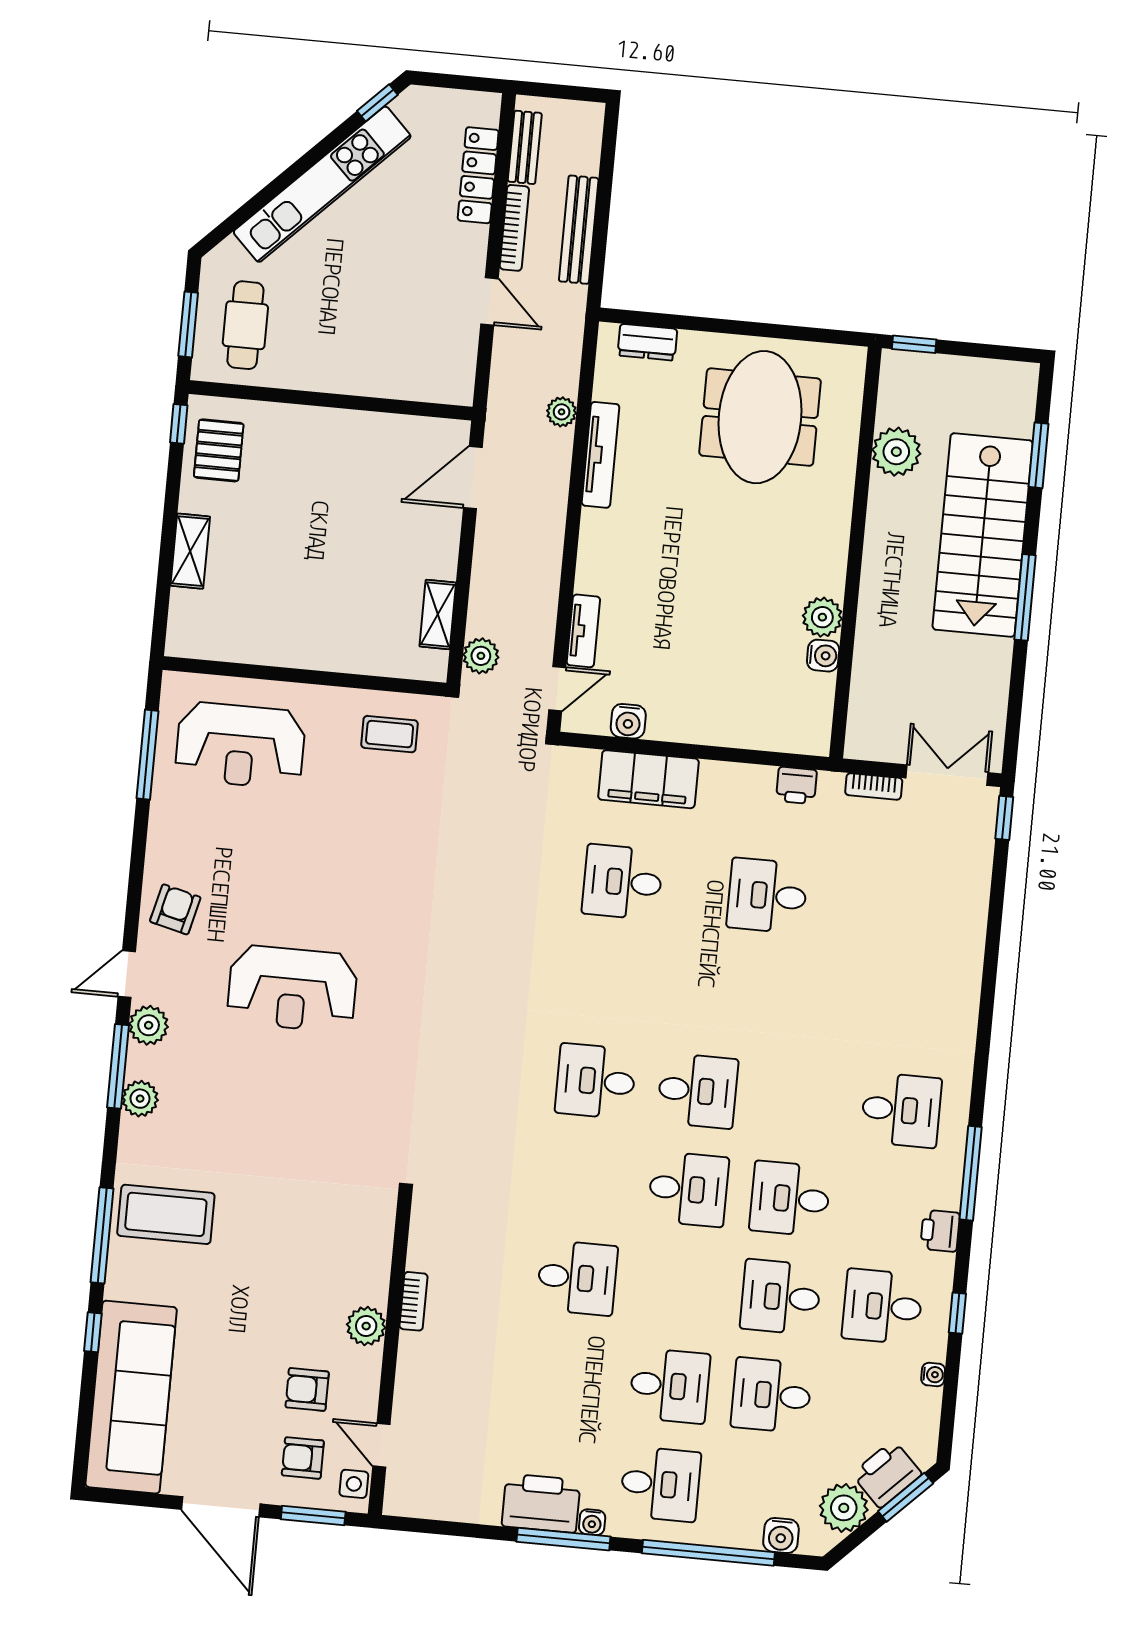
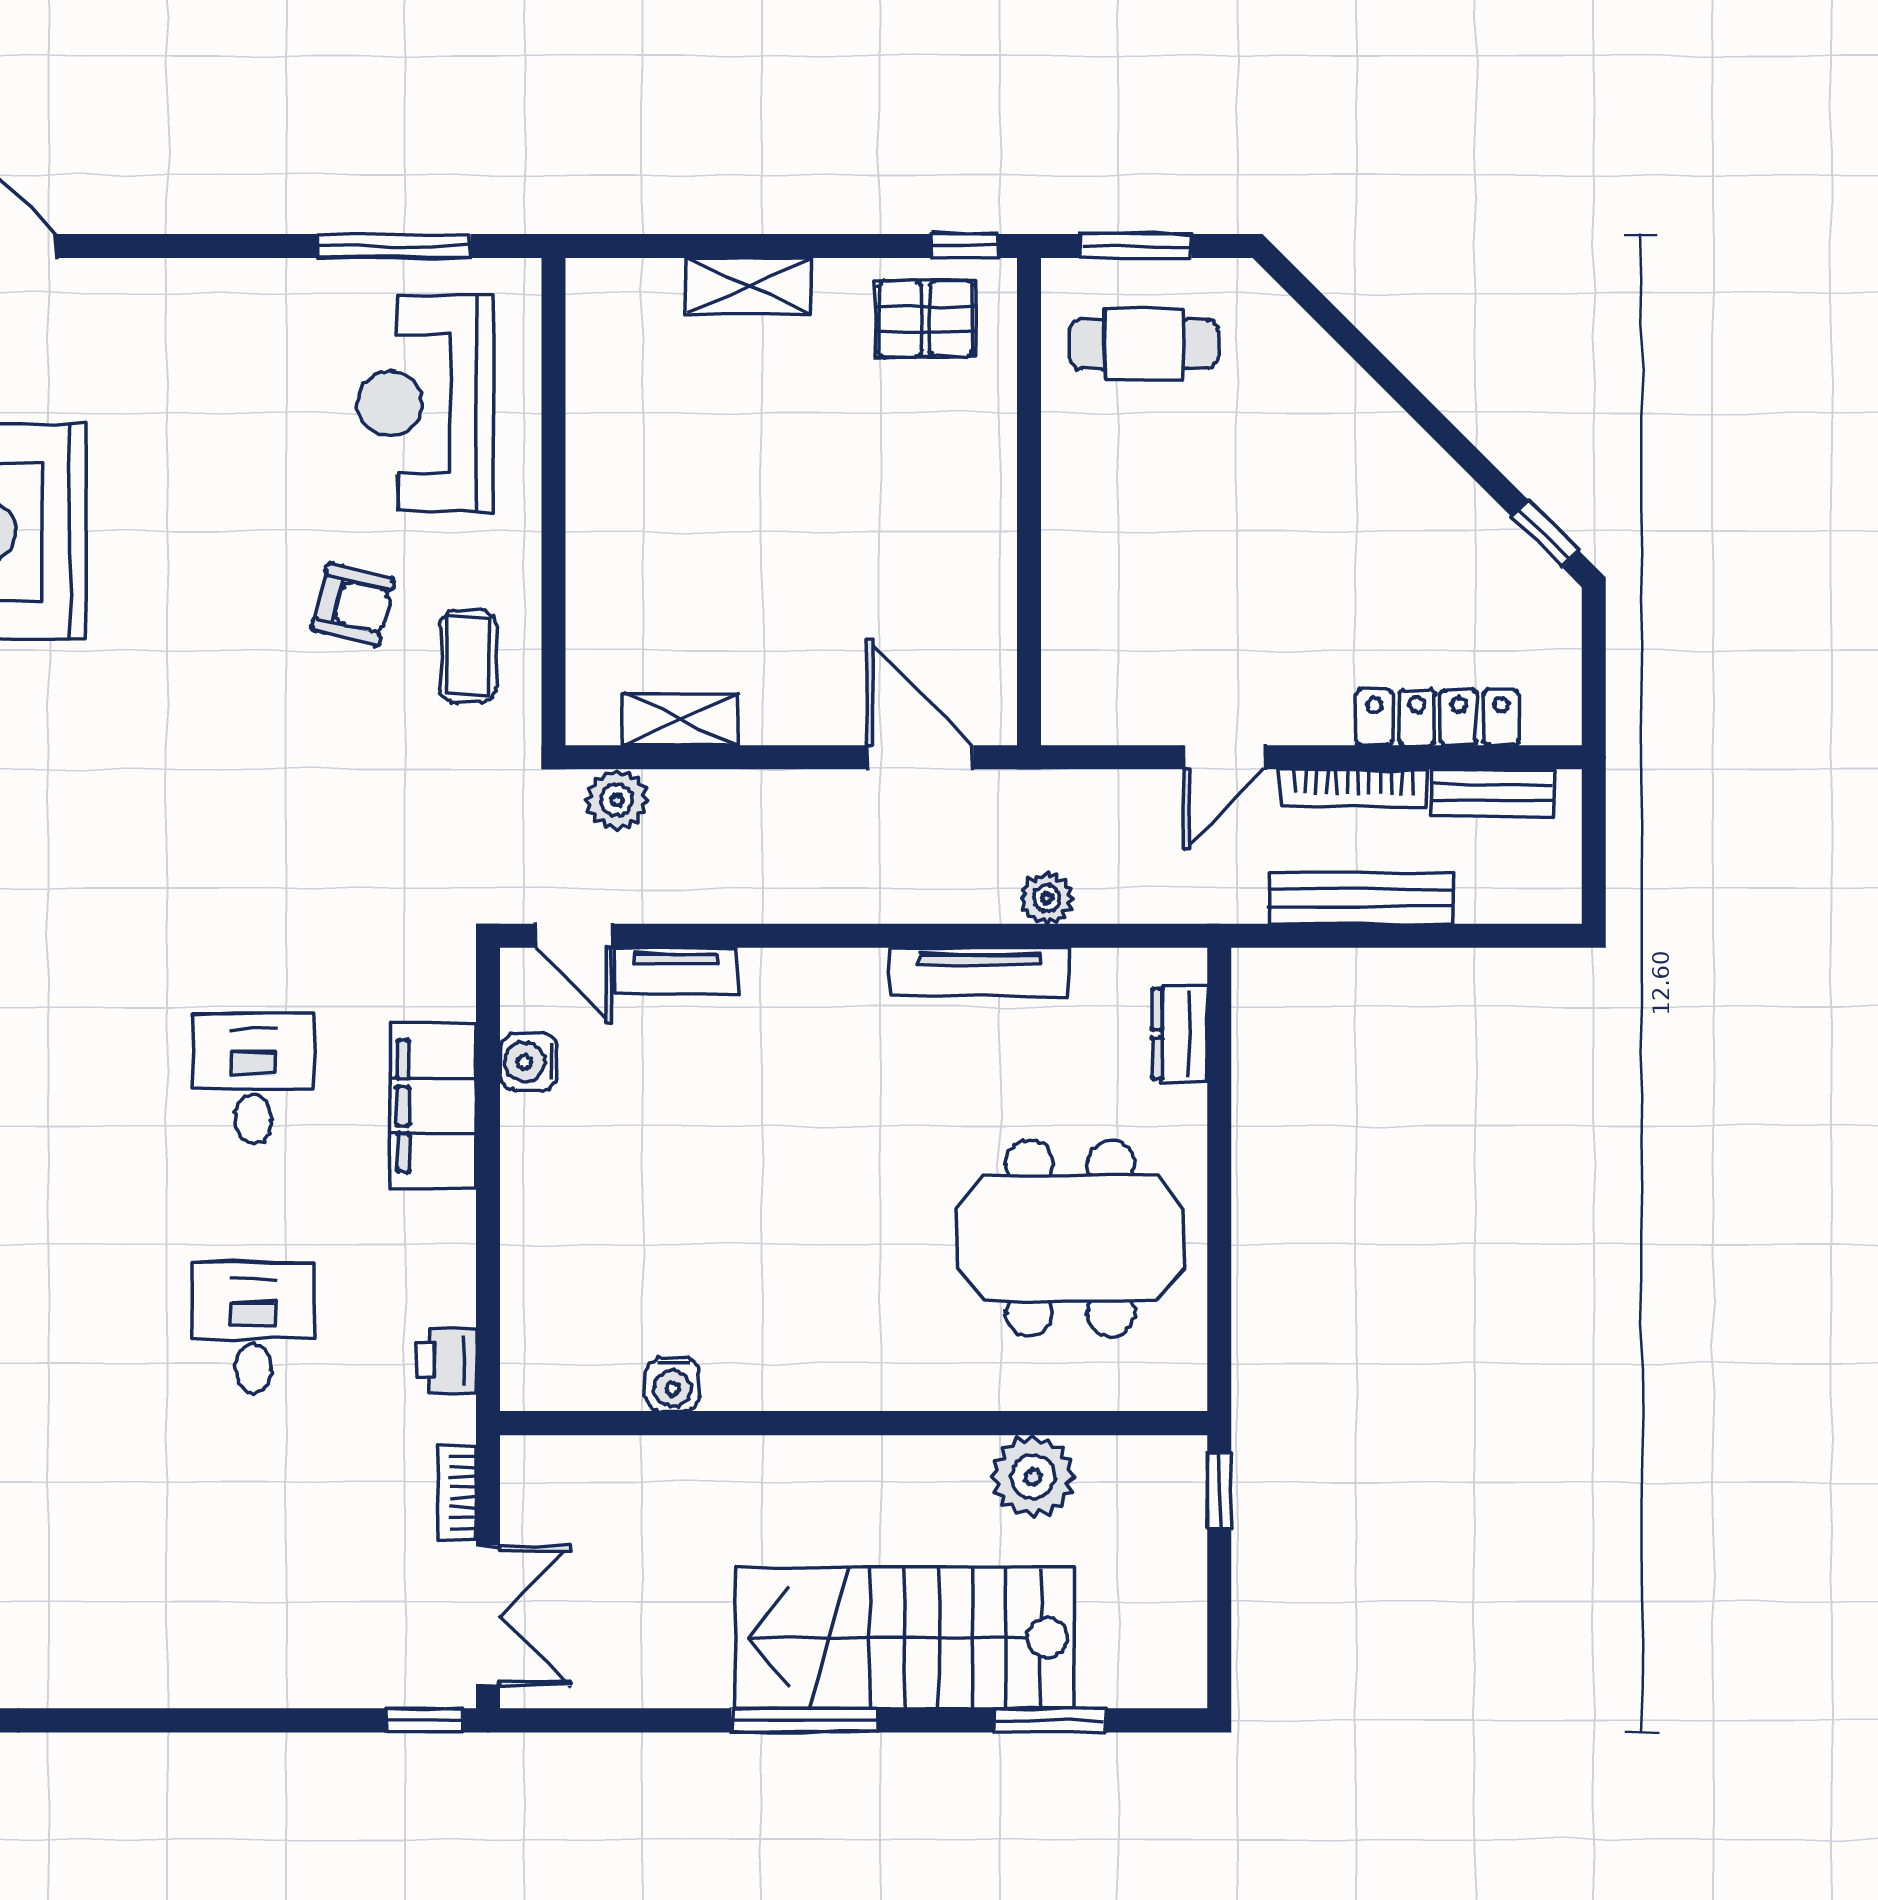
kitchen unit: (322, 184) -> (1397, 452), removed
plant: (822, 617) -> (738, 1377), removed
armchair: (175, 909) -> (353, 604), moved

